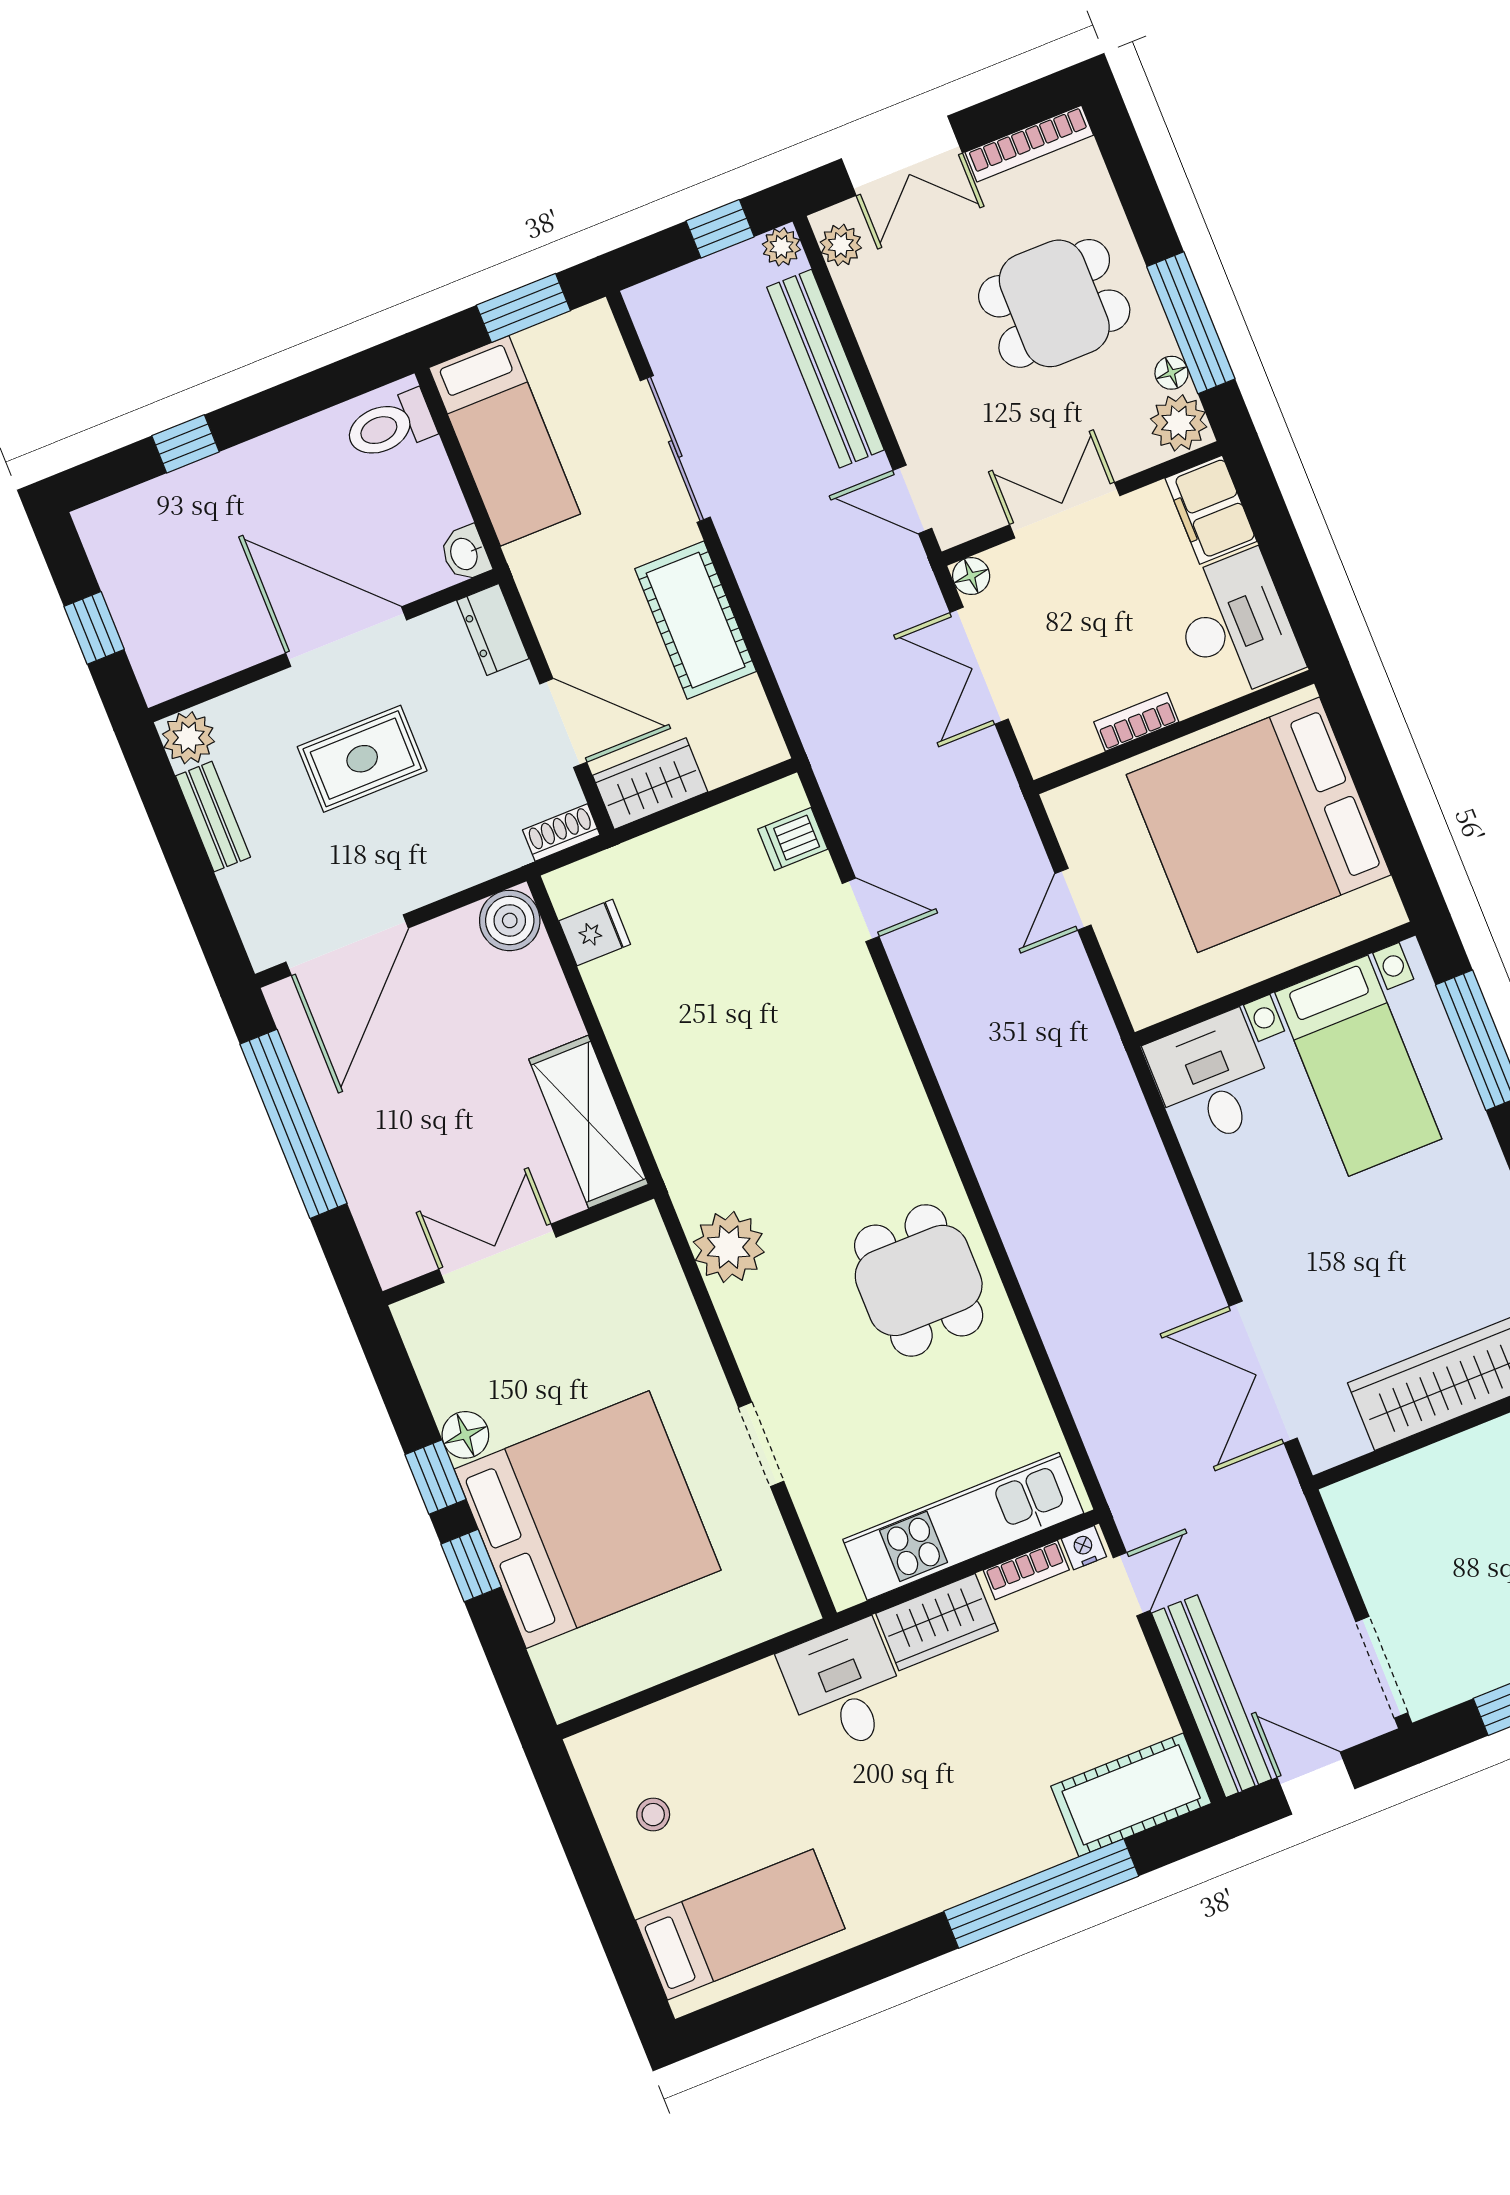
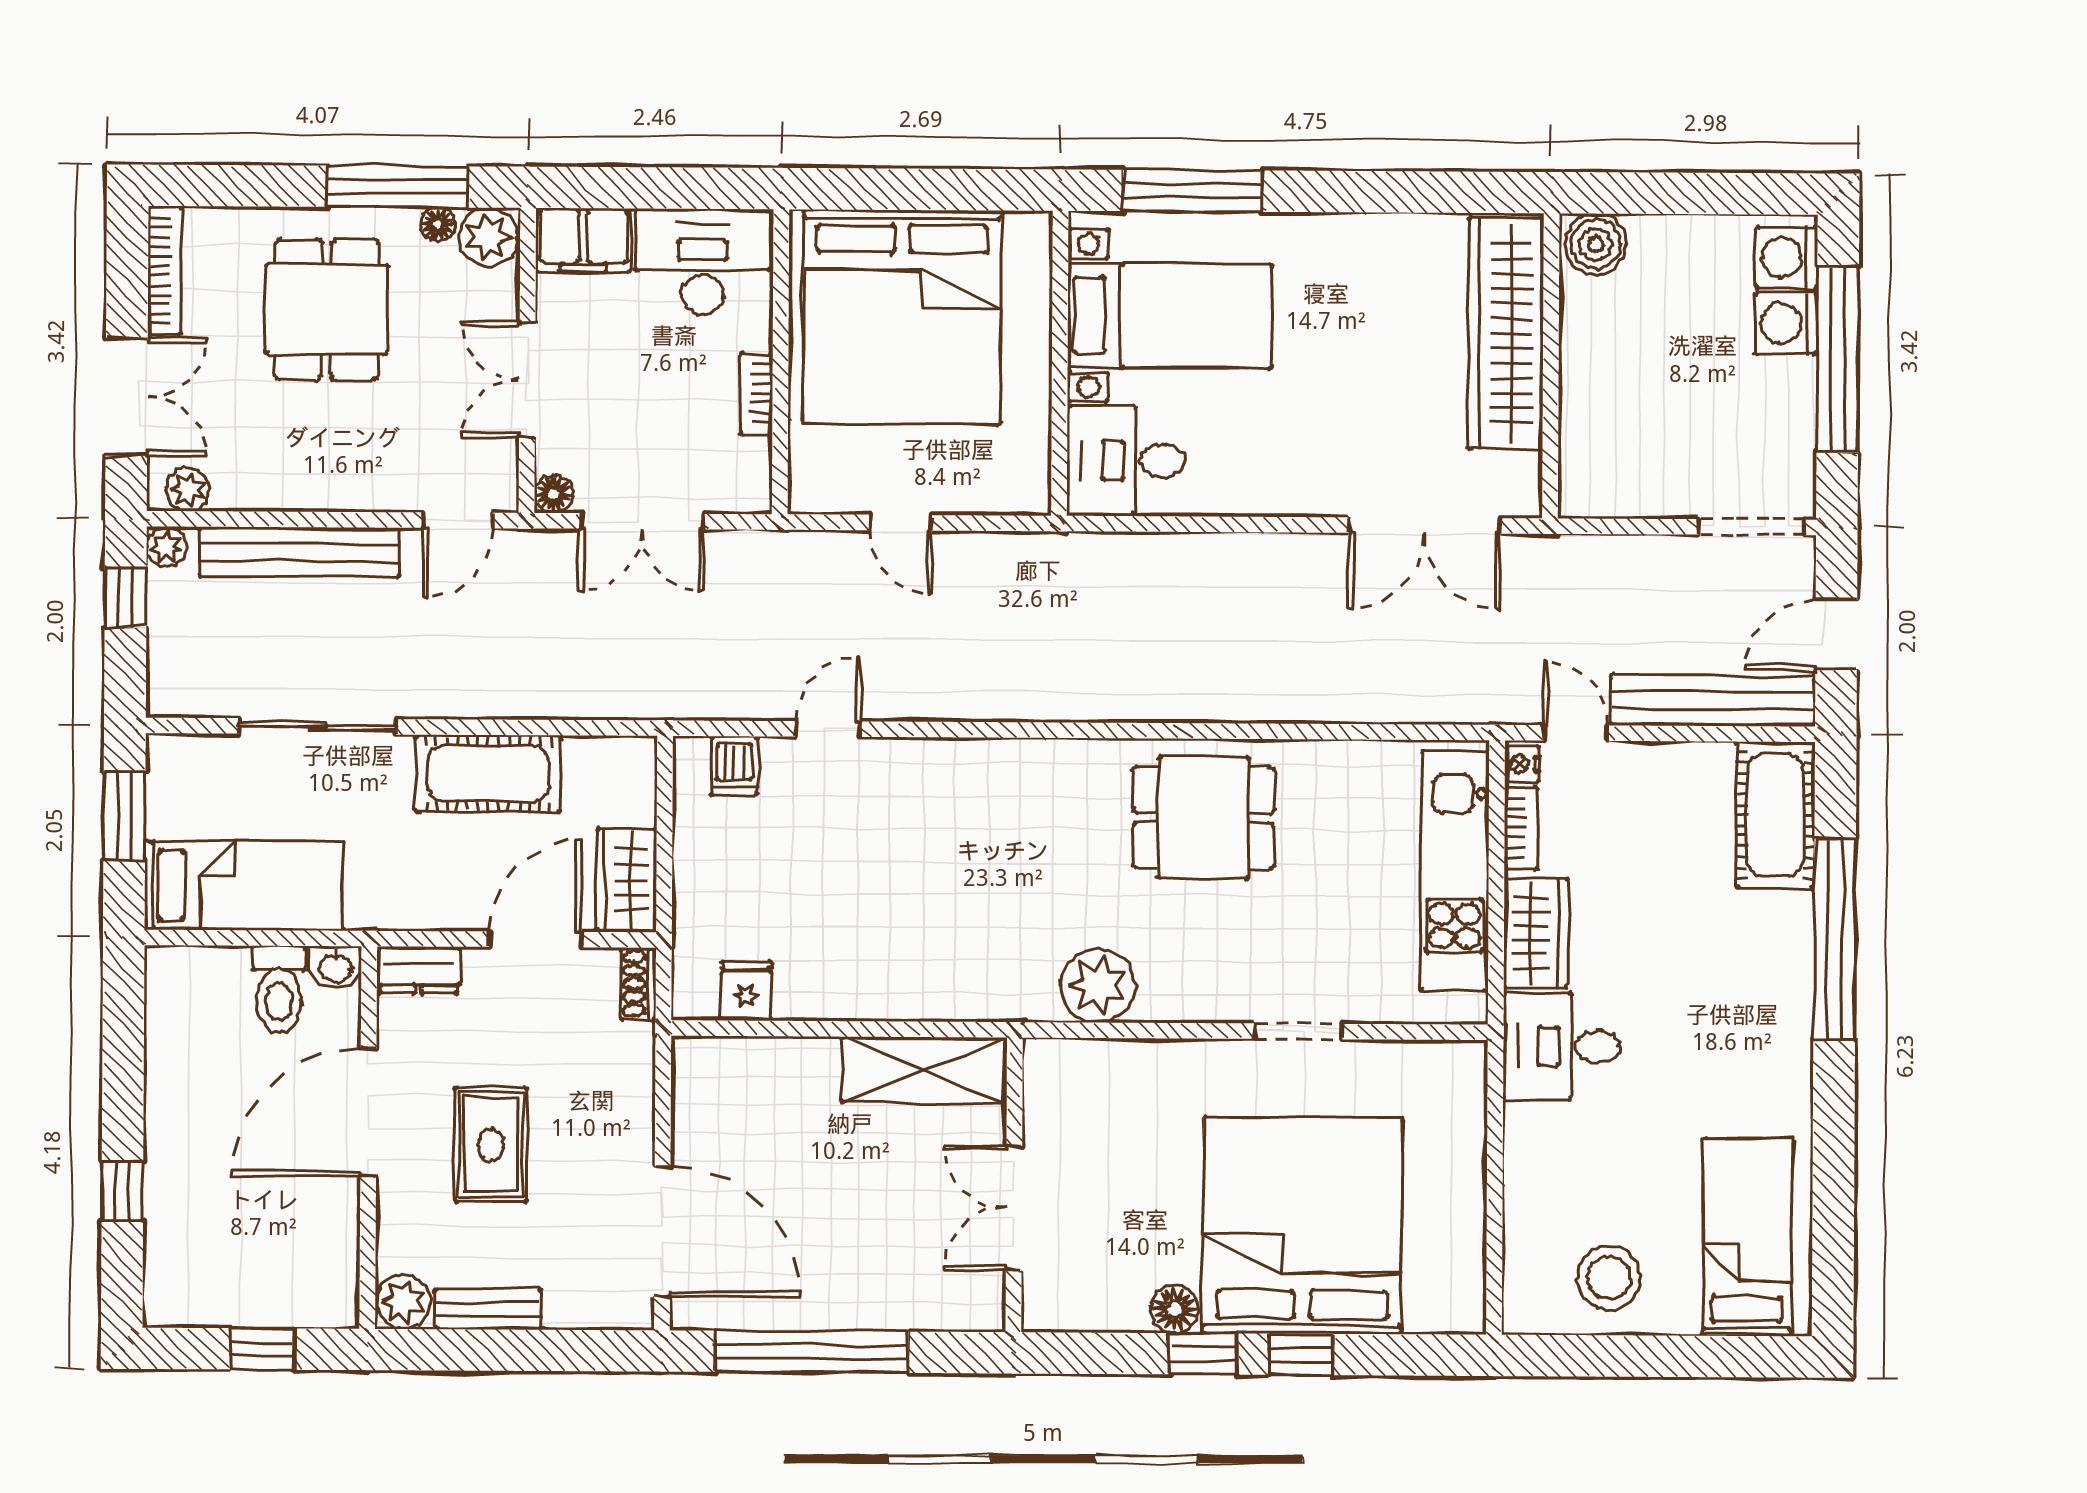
toilet: (390, 426) -> (279, 989), moved
boiler: (510, 920) -> (702, 1067), removed
stool: (653, 1815) -> (1609, 1278), width x1.89, depth x1.89

